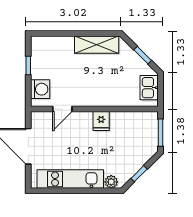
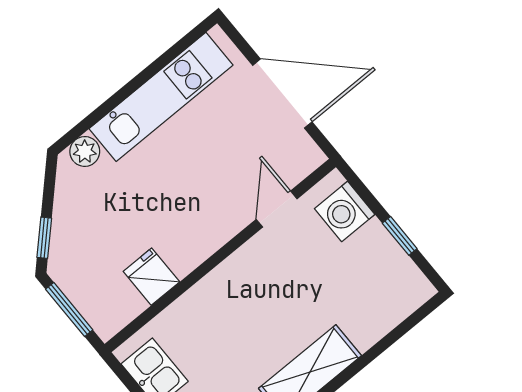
fridge: (101, 121) -> (151, 277), moved
window: (139, 174) -> (44, 238), moved

